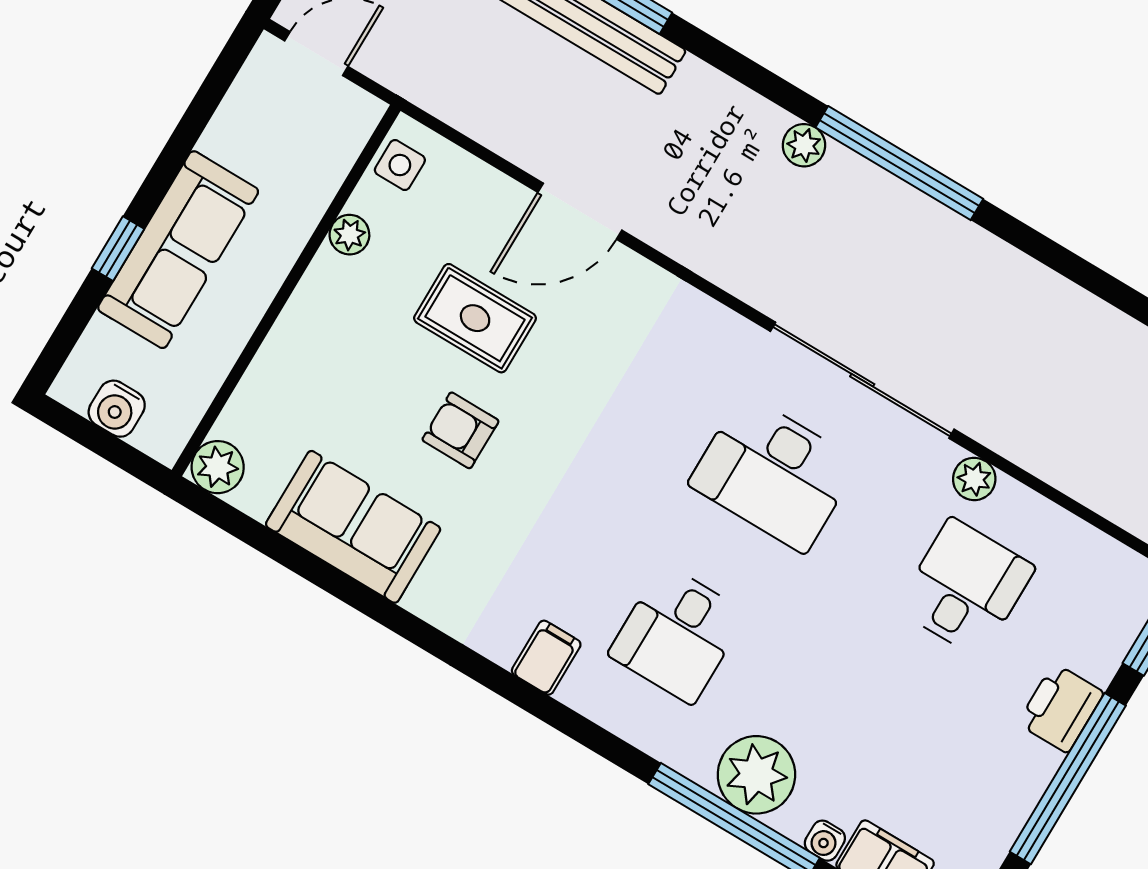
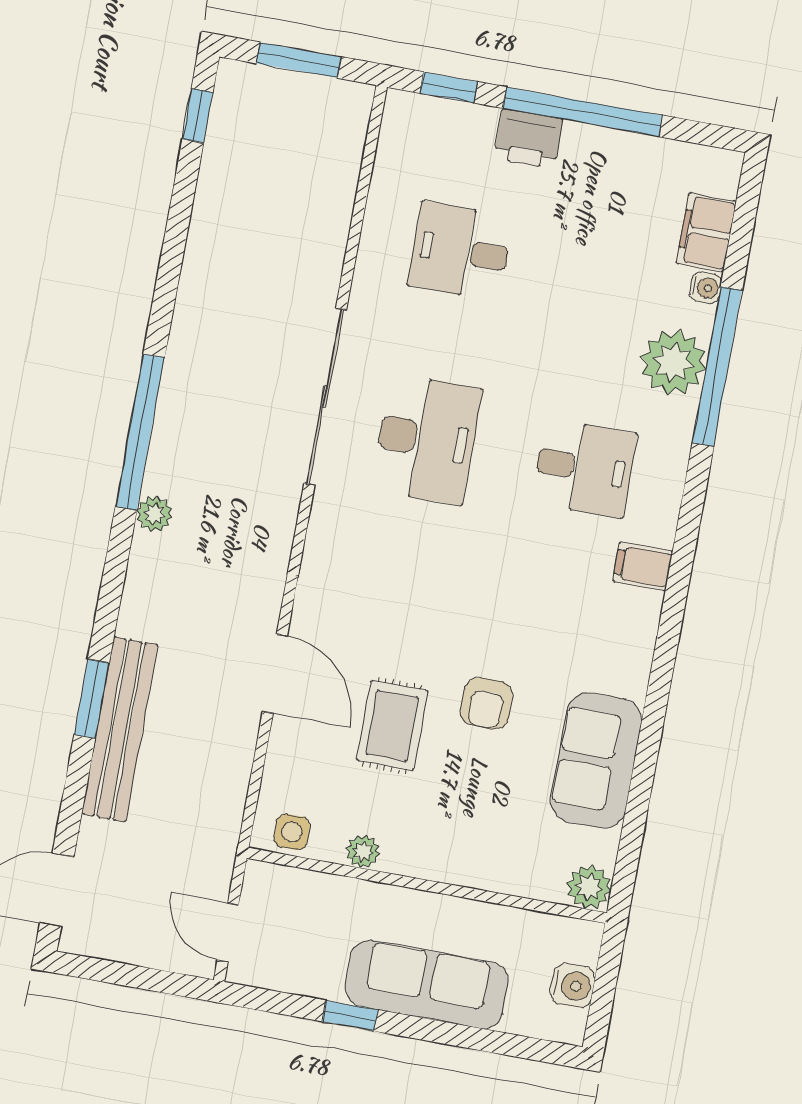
window: (118, 249) -> (350, 1016), moved
plant: (974, 479) -> (371, 277), removed

